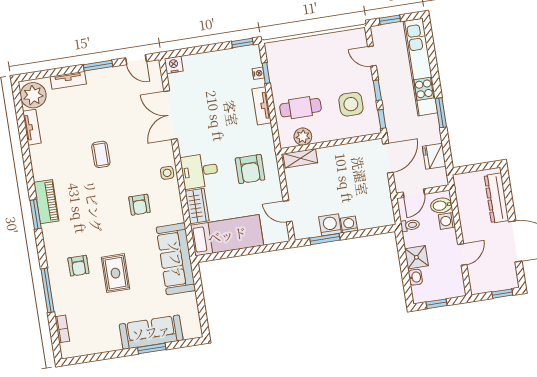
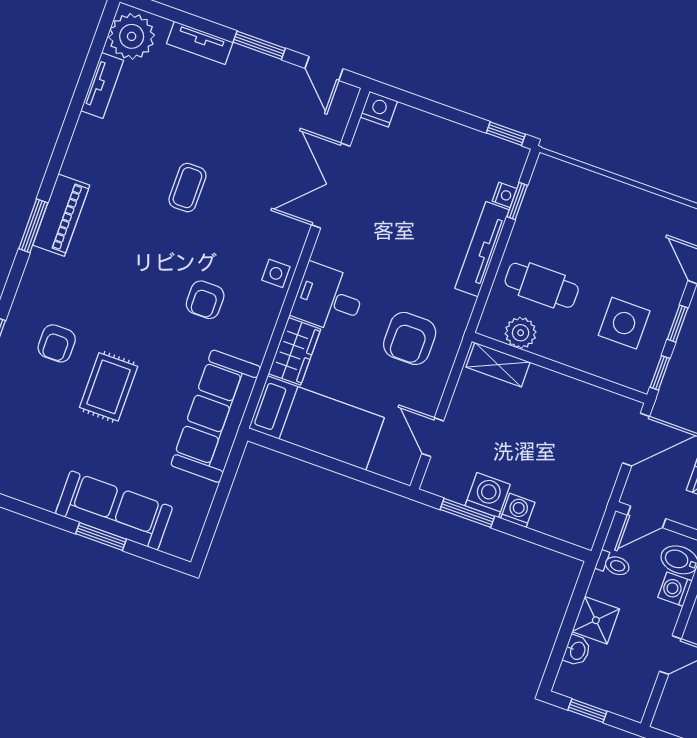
tv unit: (262, 106) -> (482, 249), width x1.41

